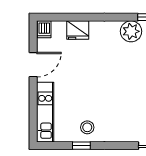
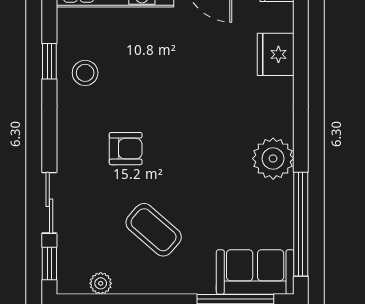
armchair: (126, 107) -> (126, 149), added

